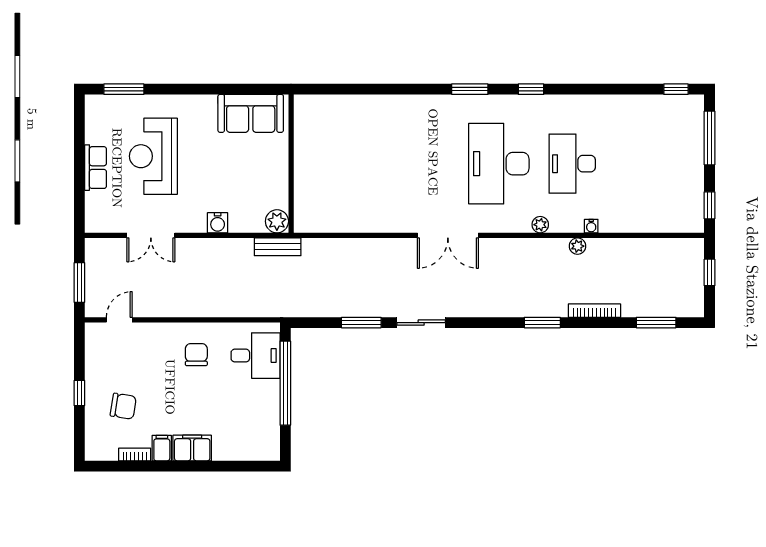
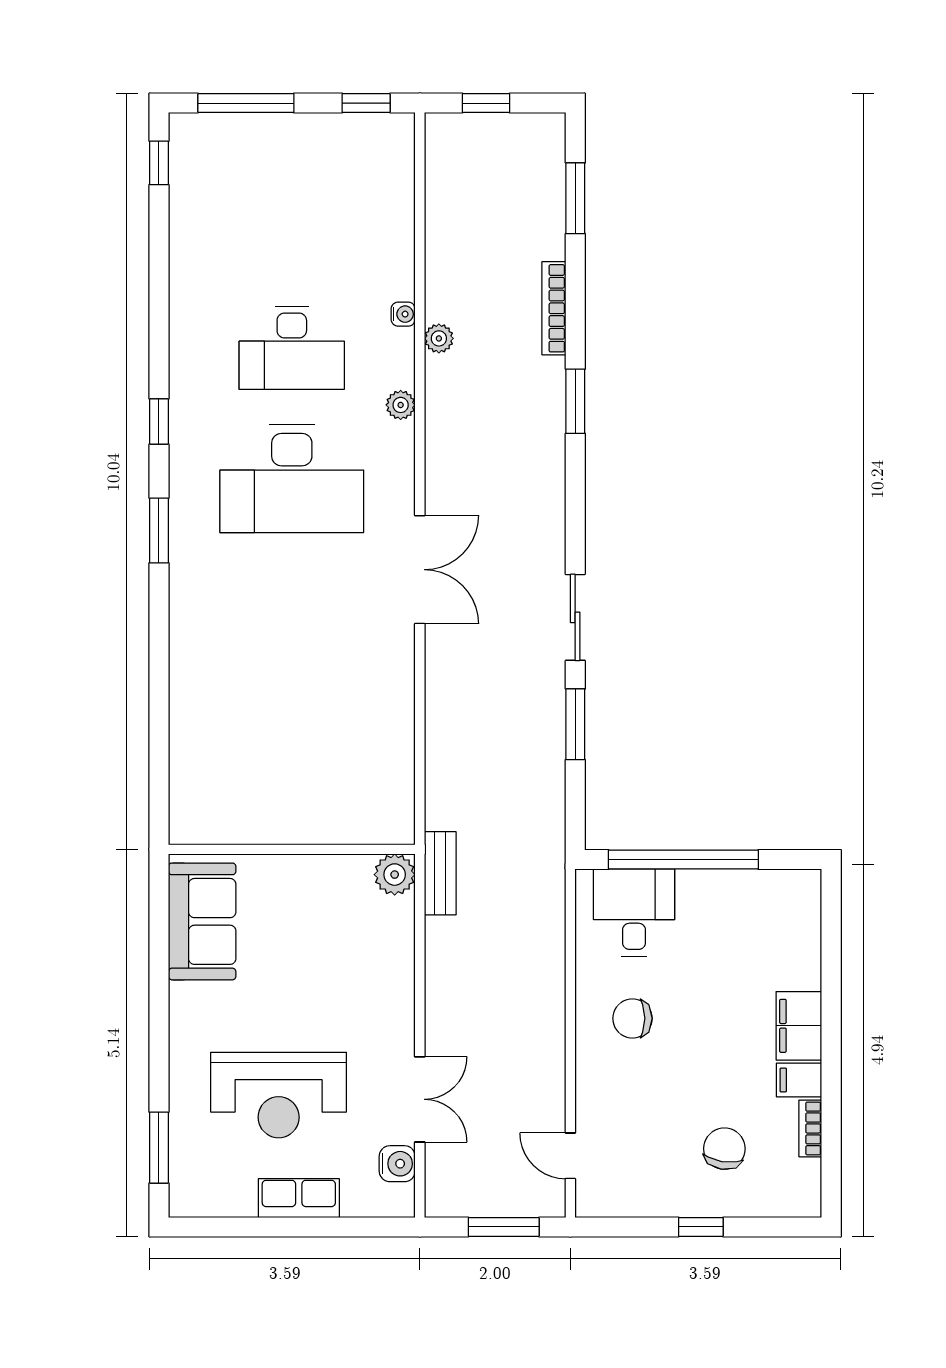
water cooler: (218, 223) -> (397, 1164), moved

